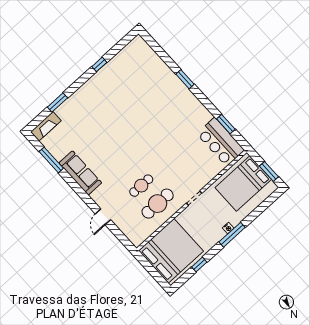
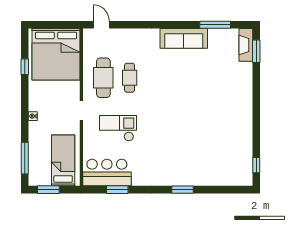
window: (99, 64) -> (256, 165), moved
window: (57, 103) -> (256, 51), moved
checkout: (183, 162) -> (118, 128), added
bed: (243, 184) -> (63, 160), width x0.67
door: (103, 217) -> (101, 25), moved
window: (232, 235) -> (25, 158), moved

